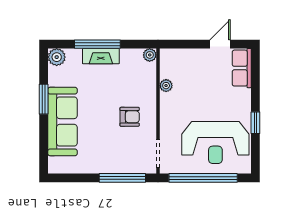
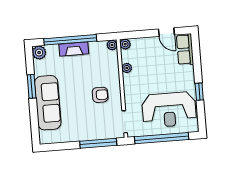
window: (97, 44) -> (70, 40), width x1.46
door: (220, 44) -> (166, 32), swing flipped
plant: (167, 55) -> (125, 44), added

